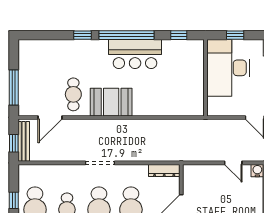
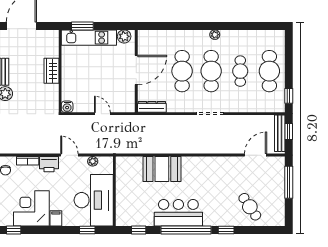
cafe table: (73, 94) -> (250, 207), moved, turned -34
booth: (111, 102) -> (162, 169), moved
plant: (229, 111) -> (93, 161), added
door: (233, 163) -> (102, 114), moved
window: (14, 200) -> (289, 96), moved

